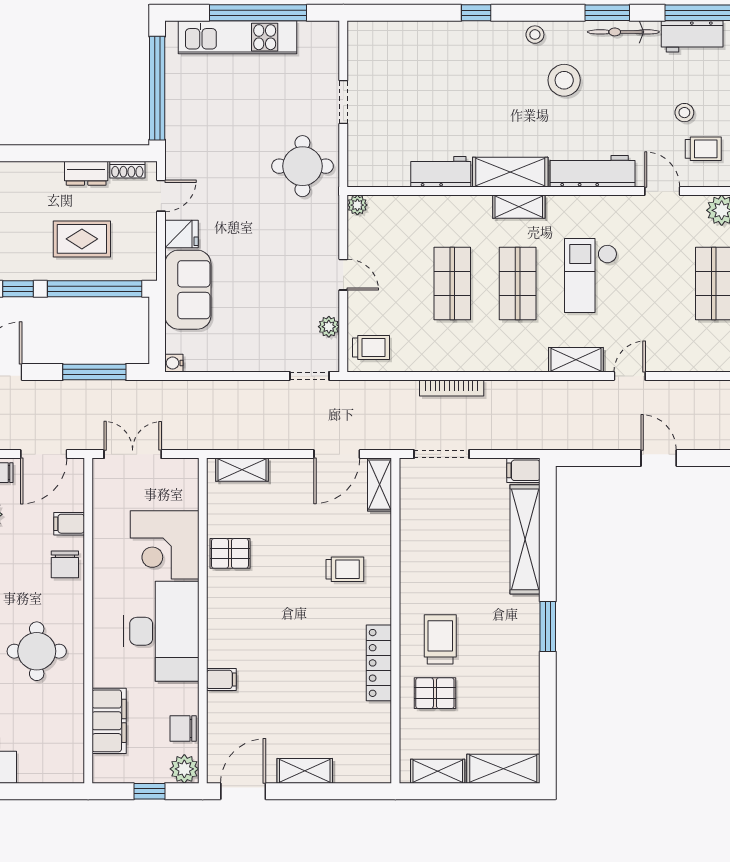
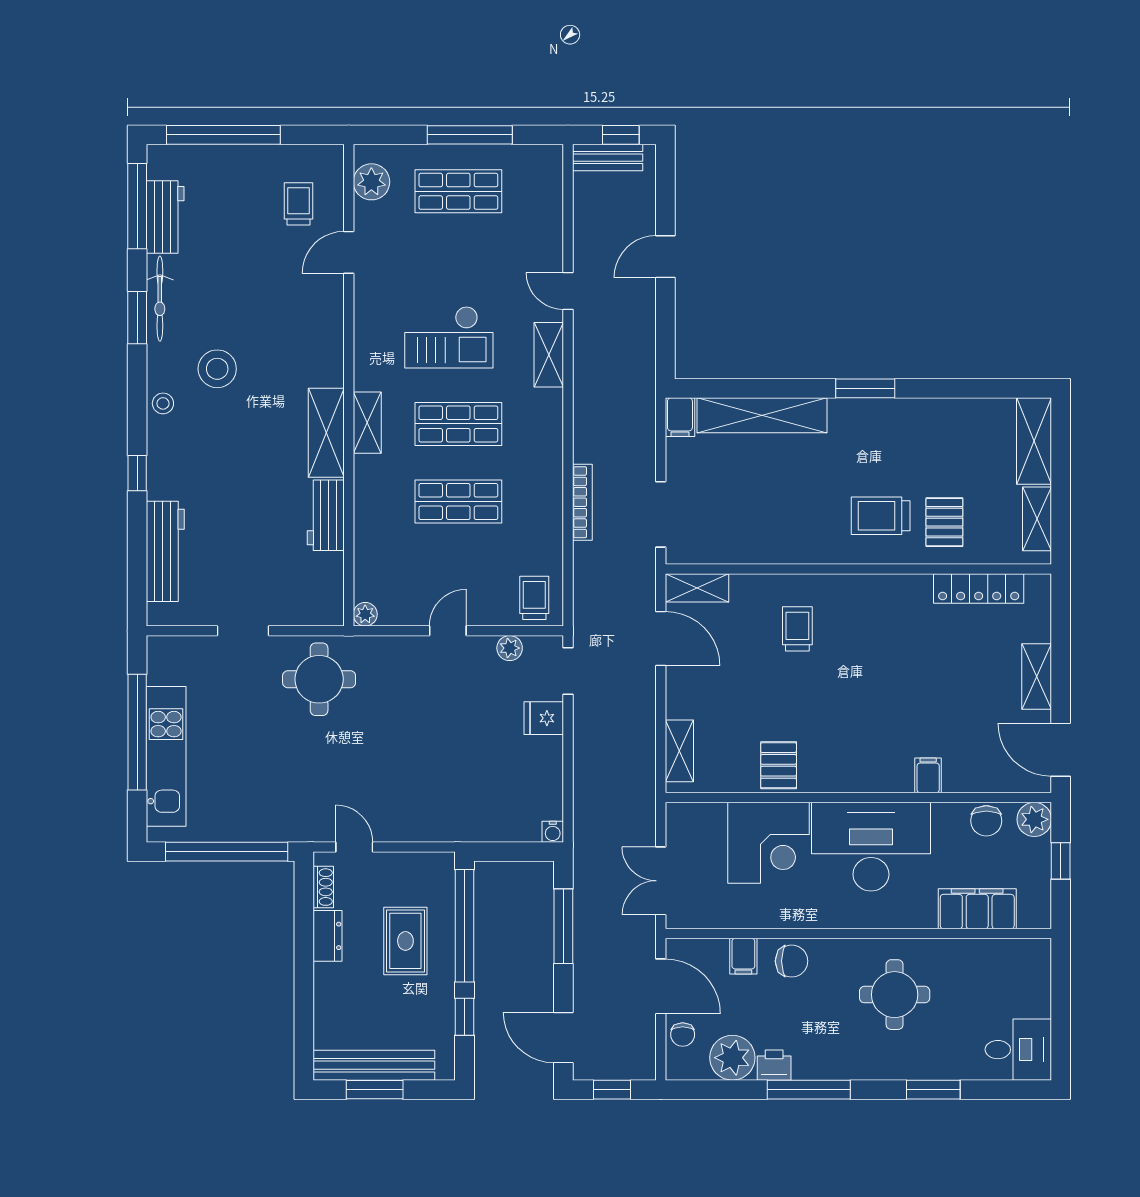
stool: (684, 113) -> (256, 226), removed
workbench: (592, 171) -> (165, 551), moved, turned 180
fridge: (182, 234) -> (544, 718), moved, turned -90
sofa: (188, 290) -> (466, 815), removed
locker: (379, 663) -> (979, 589), moved

